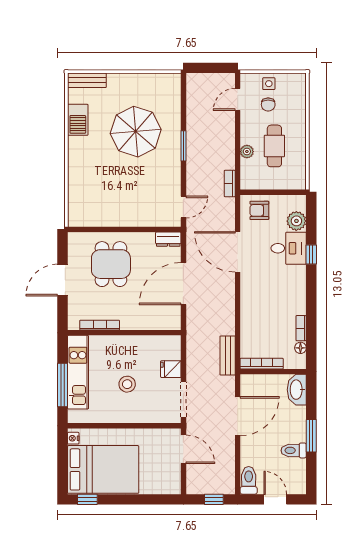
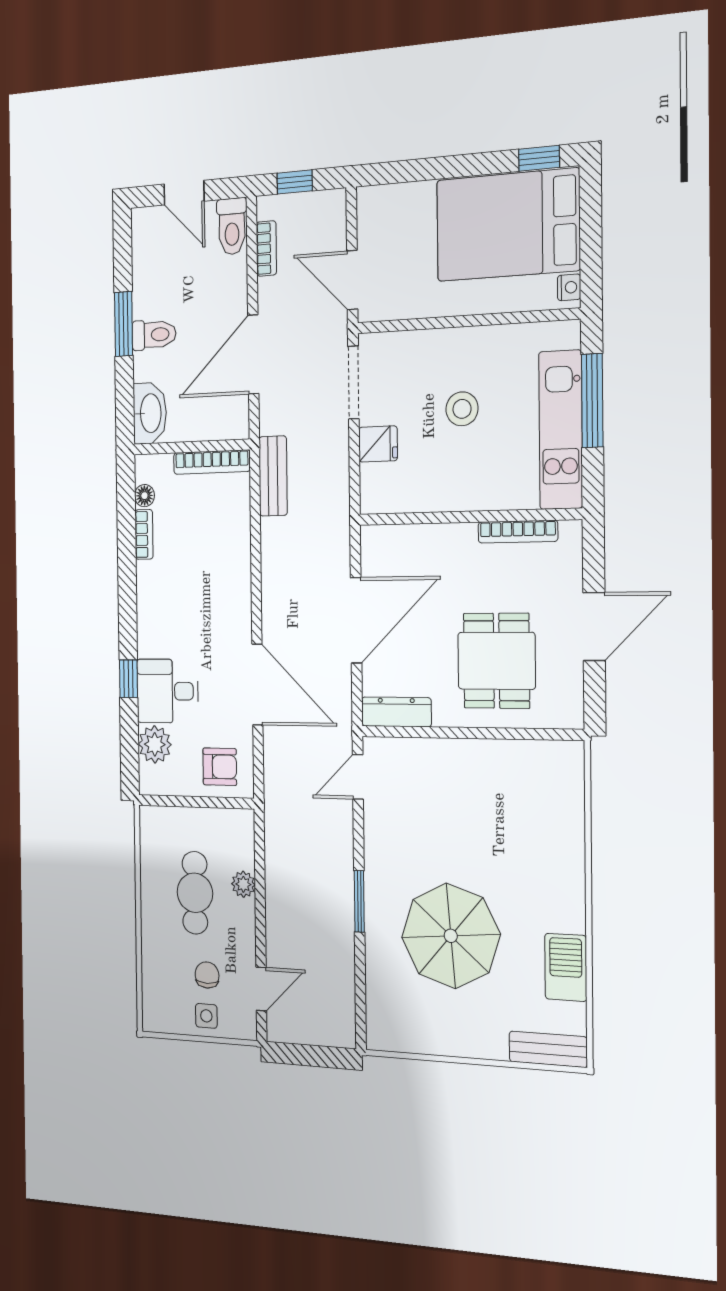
bookcase: (230, 184) -> (266, 249), moved
dresser: (168, 239) -> (396, 712), width x1.44
toilet: (294, 450) -> (154, 335), moved

